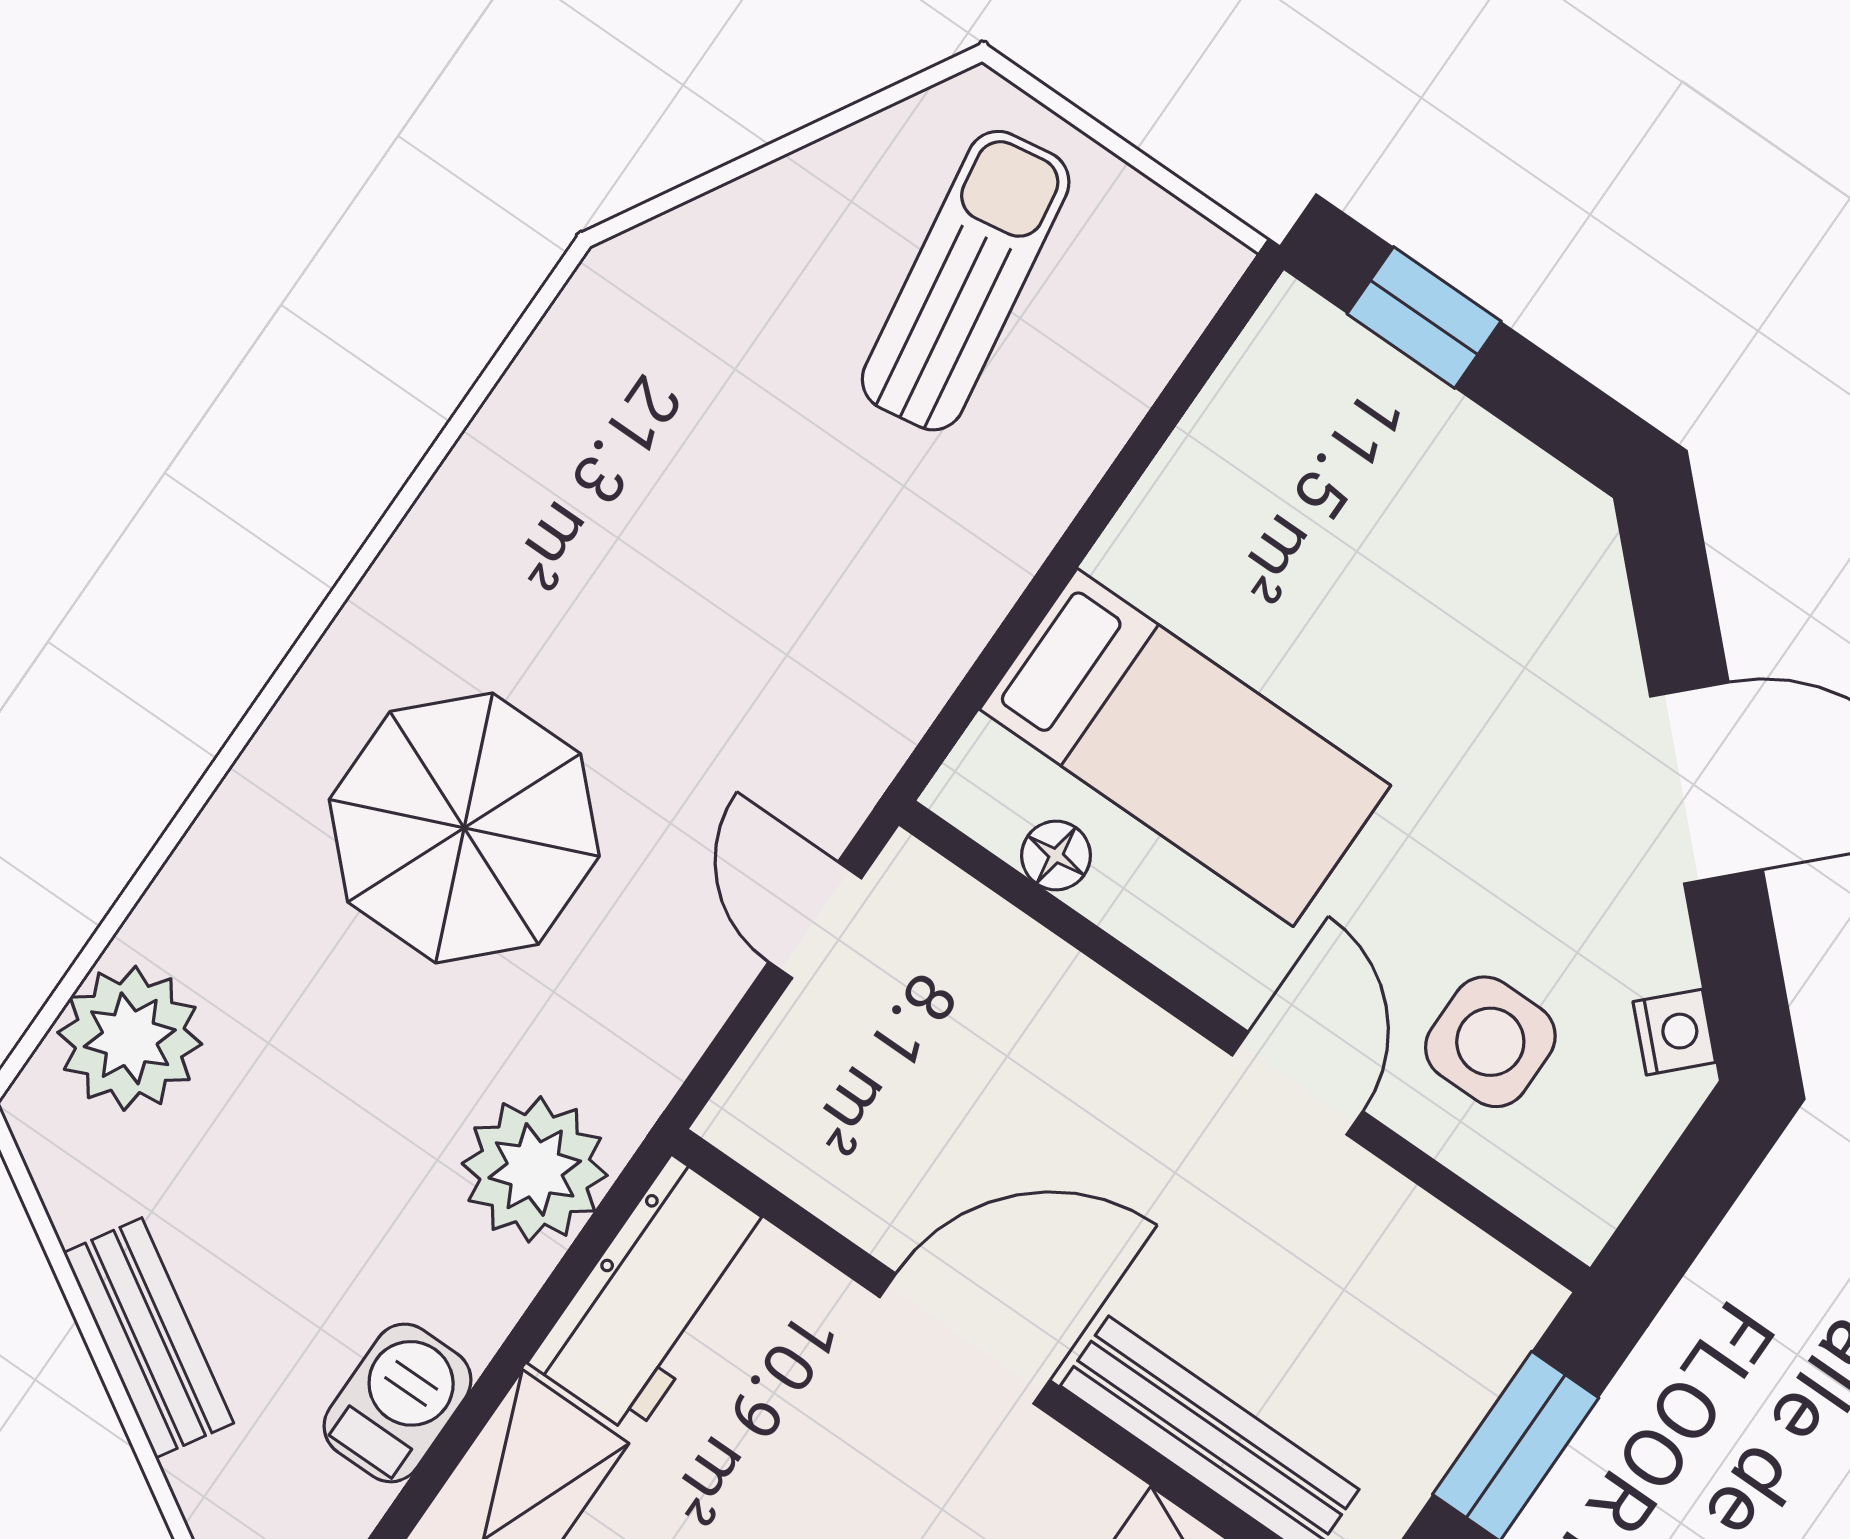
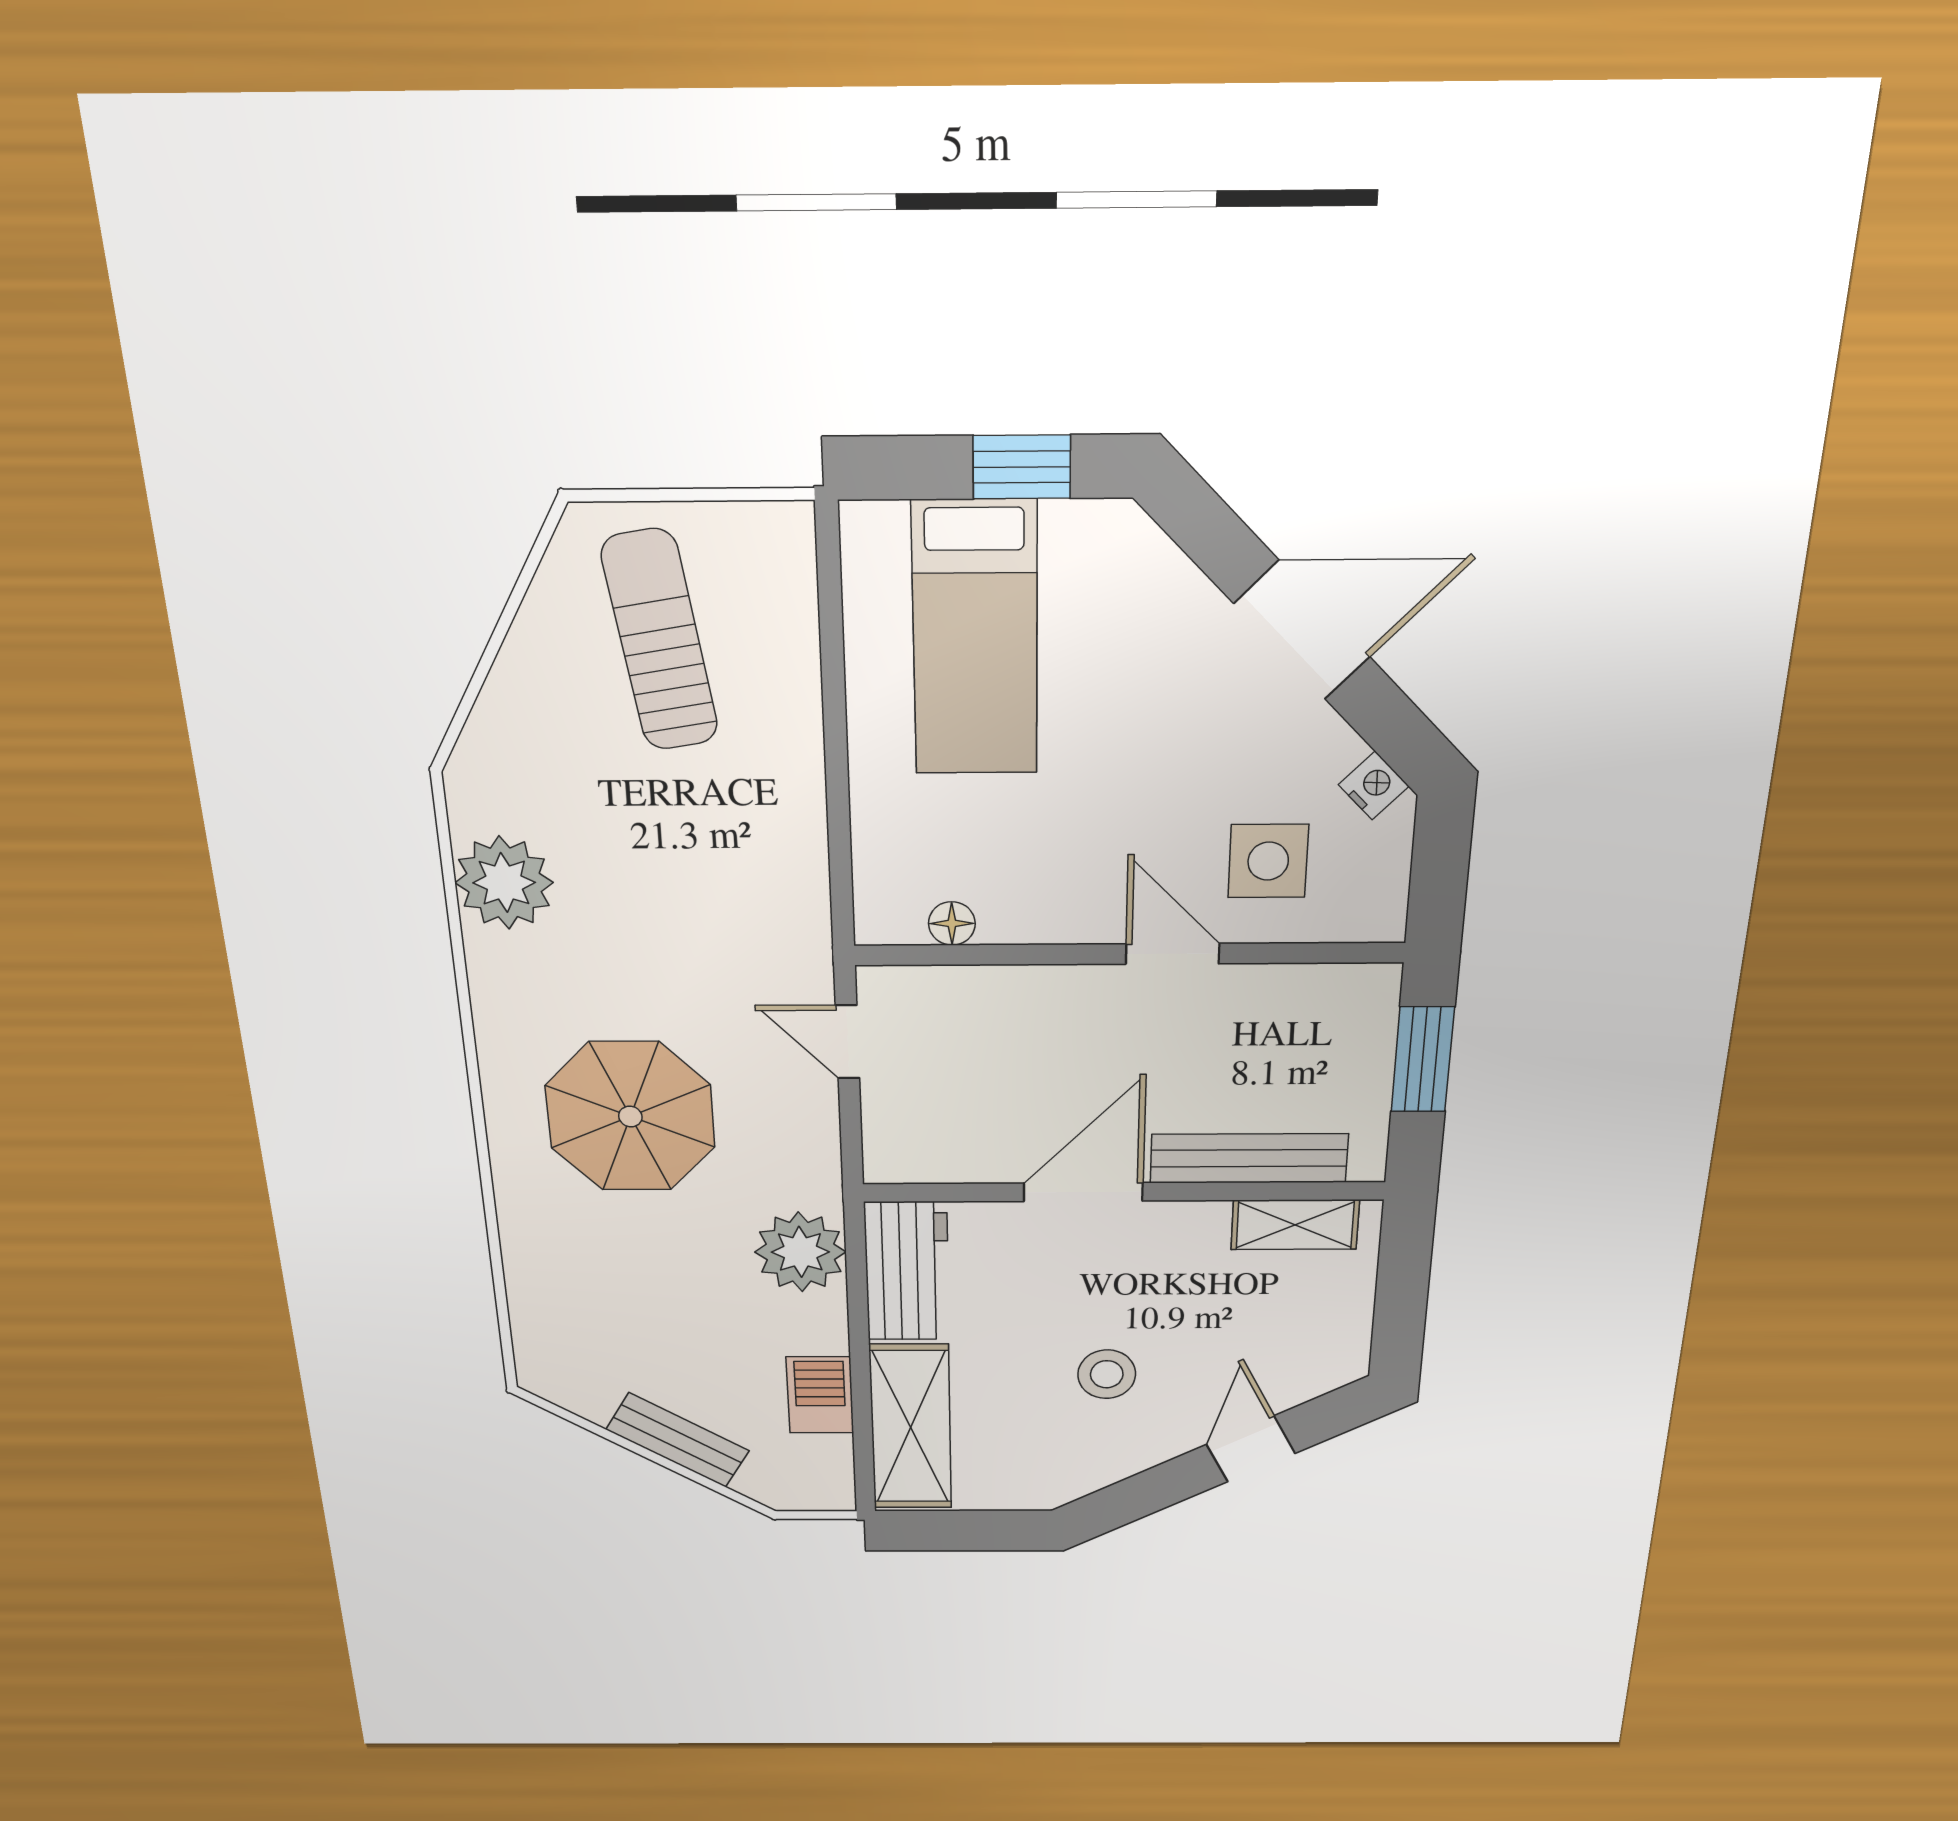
window: (1424, 317) -> (1022, 467), moved
bed: (1185, 747) -> (975, 639), moved, turned 90
plant: (130, 1038) -> (504, 883), moved

